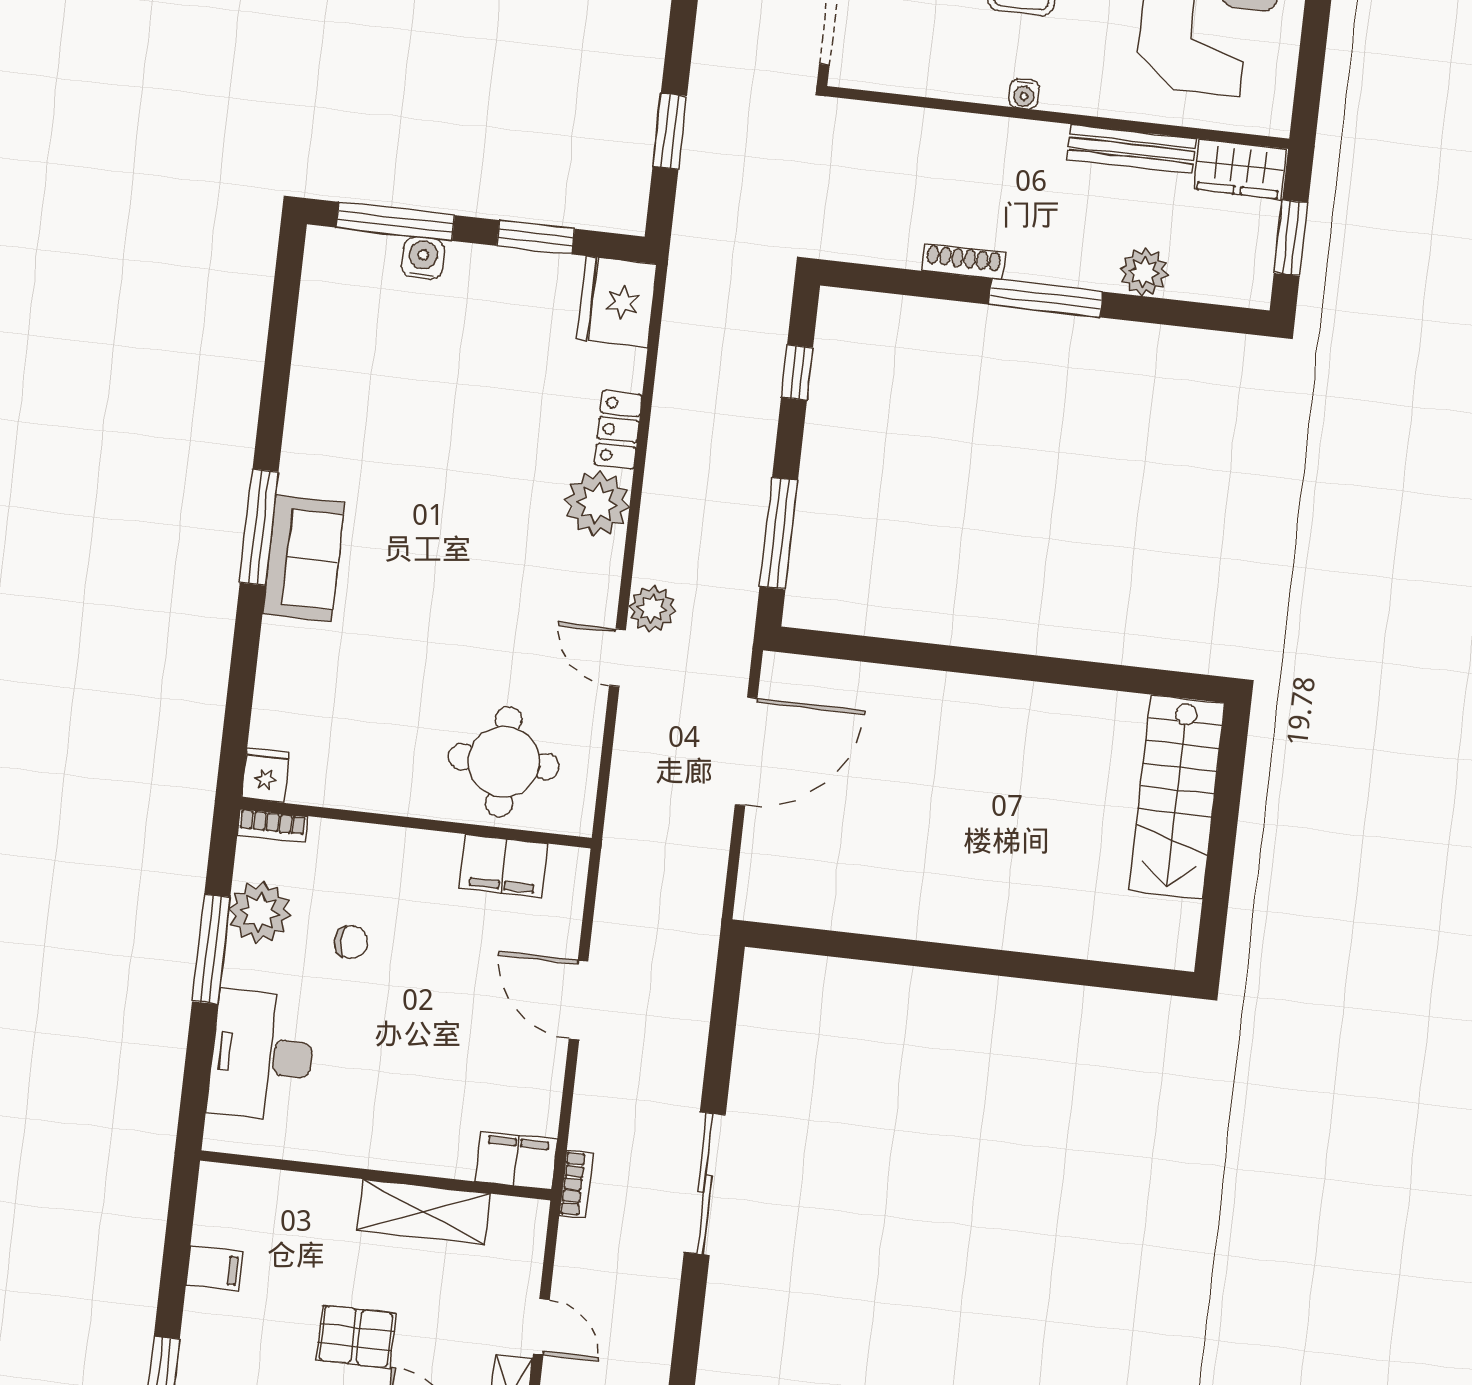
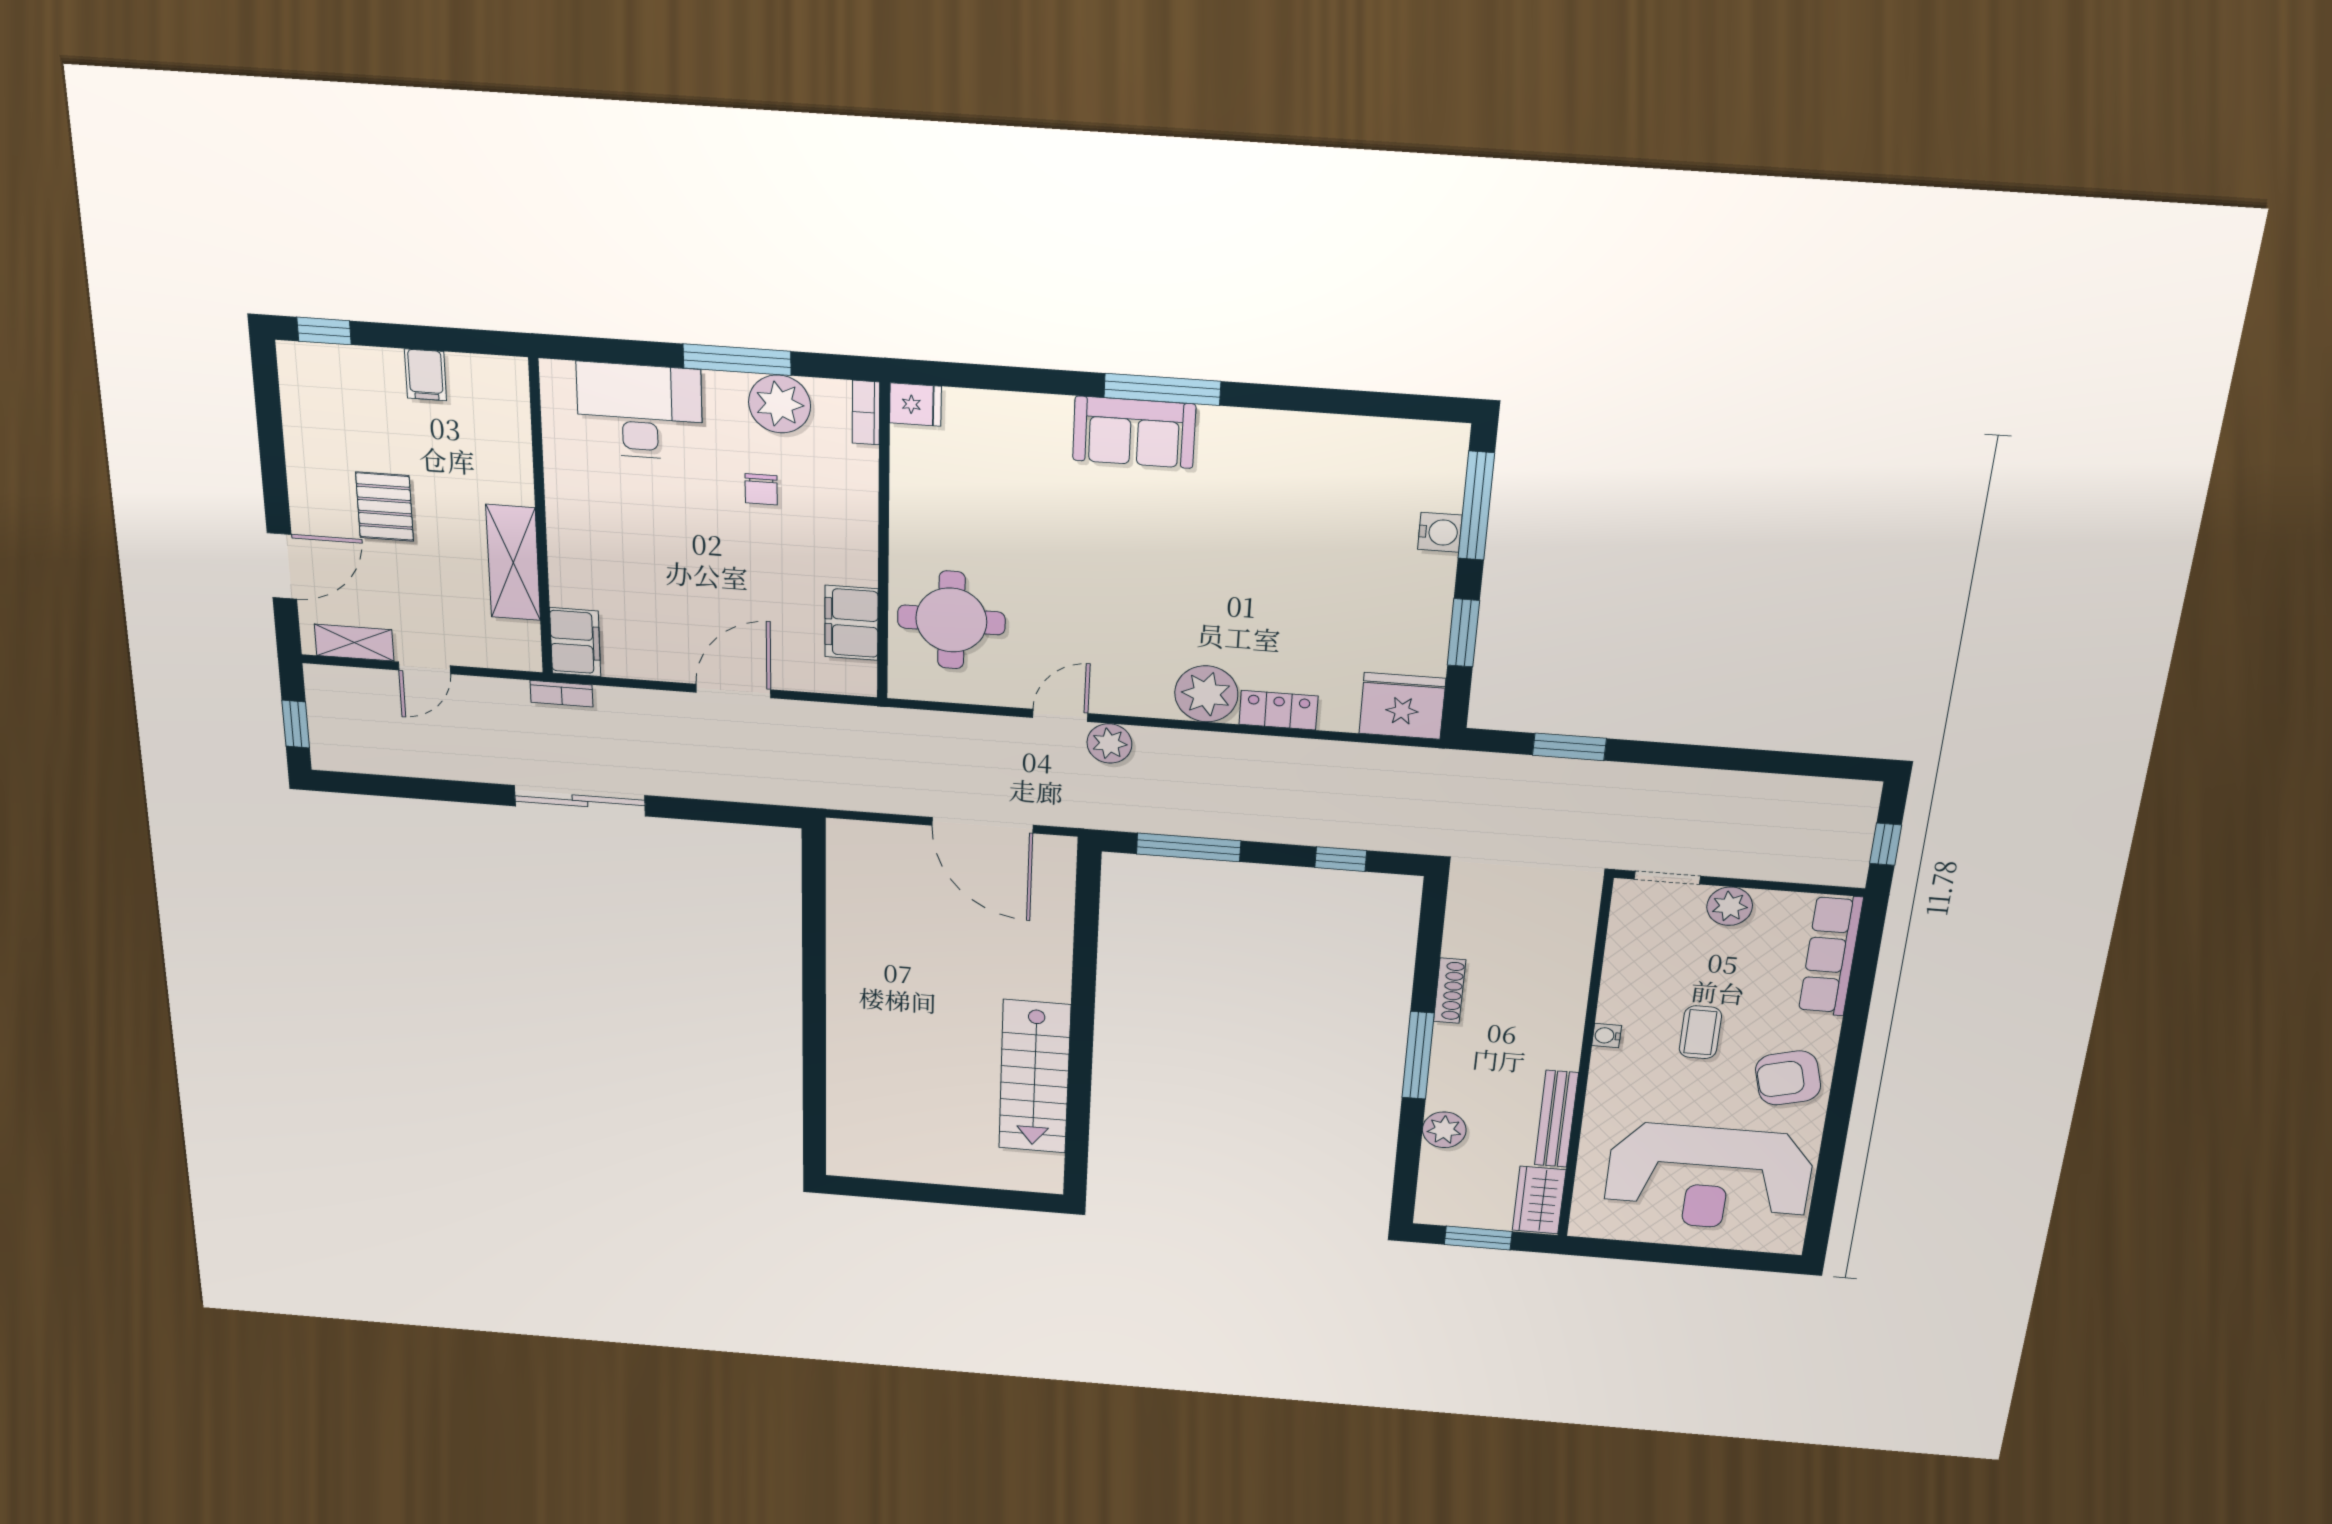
stairs: (1177, 797) -> (1035, 1077), moved, turned -90

